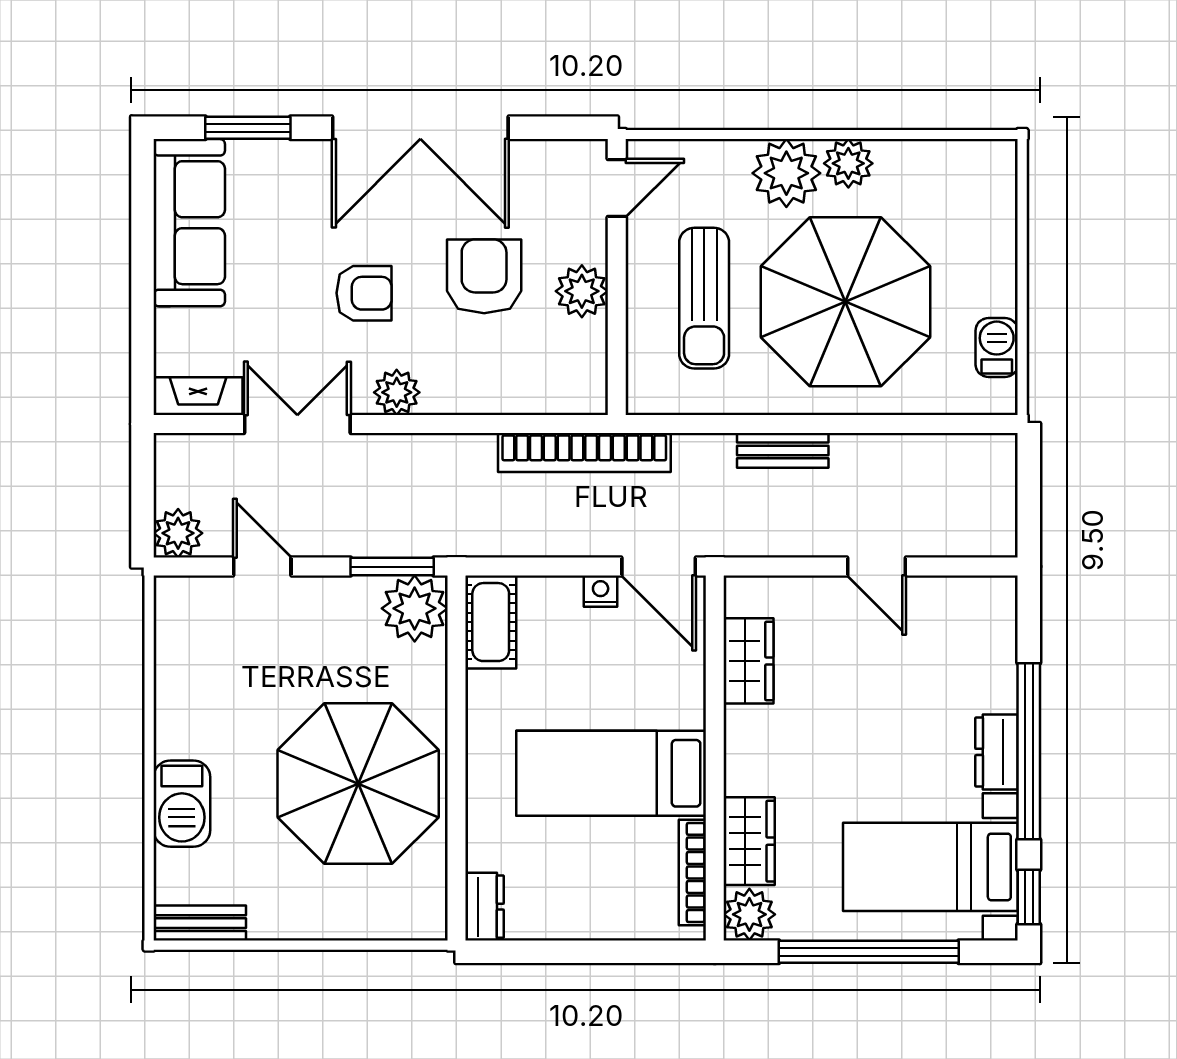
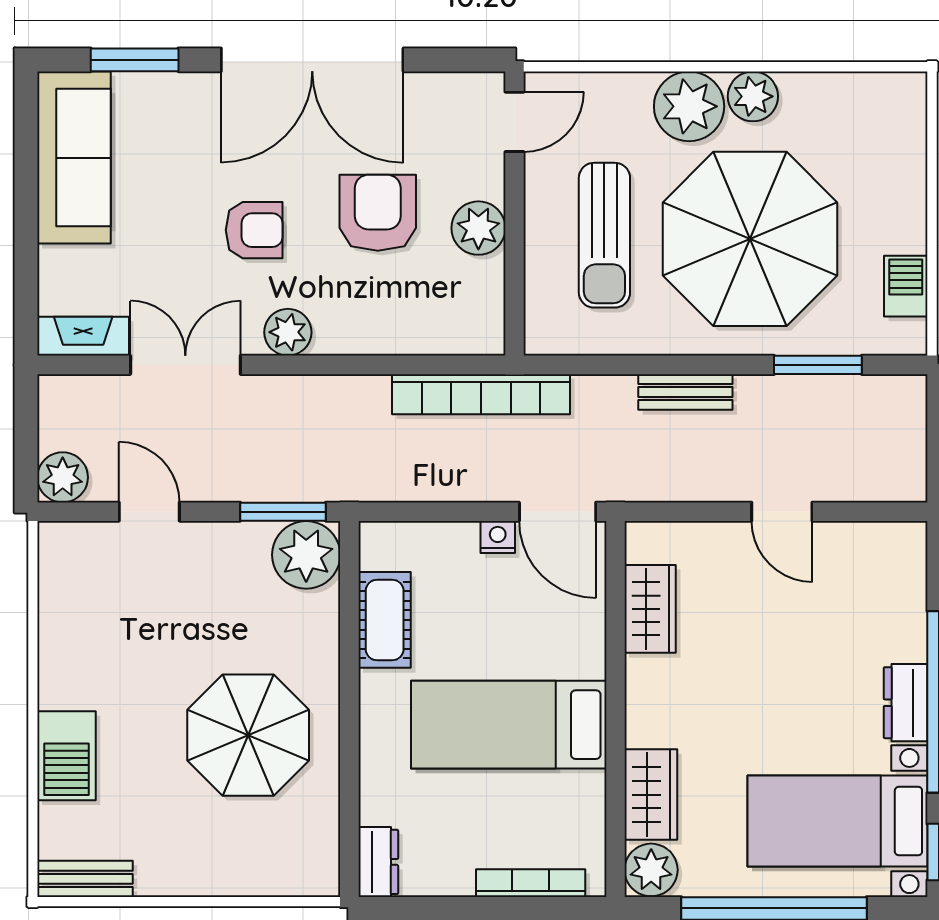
window: (911, 424) -> (818, 365), added
cot: (491, 622) -> (385, 620), moved
parasol: (358, 784) -> (248, 735), width x0.73, depth x0.73
bookcase: (692, 872) -> (531, 883), moved, turned 90

